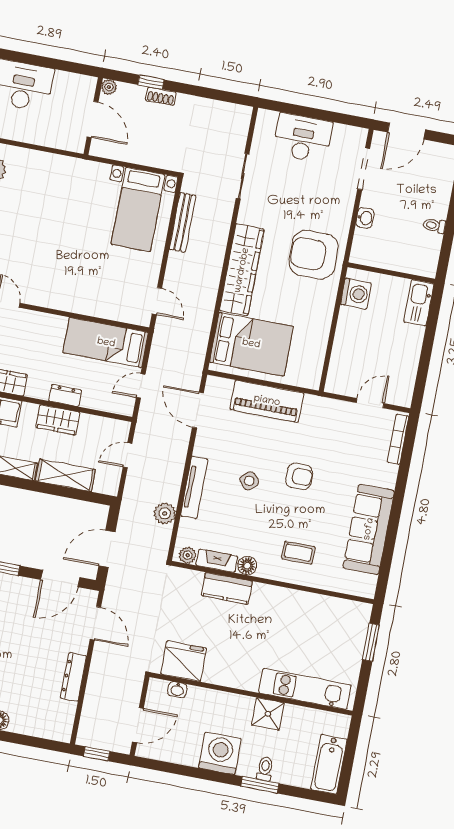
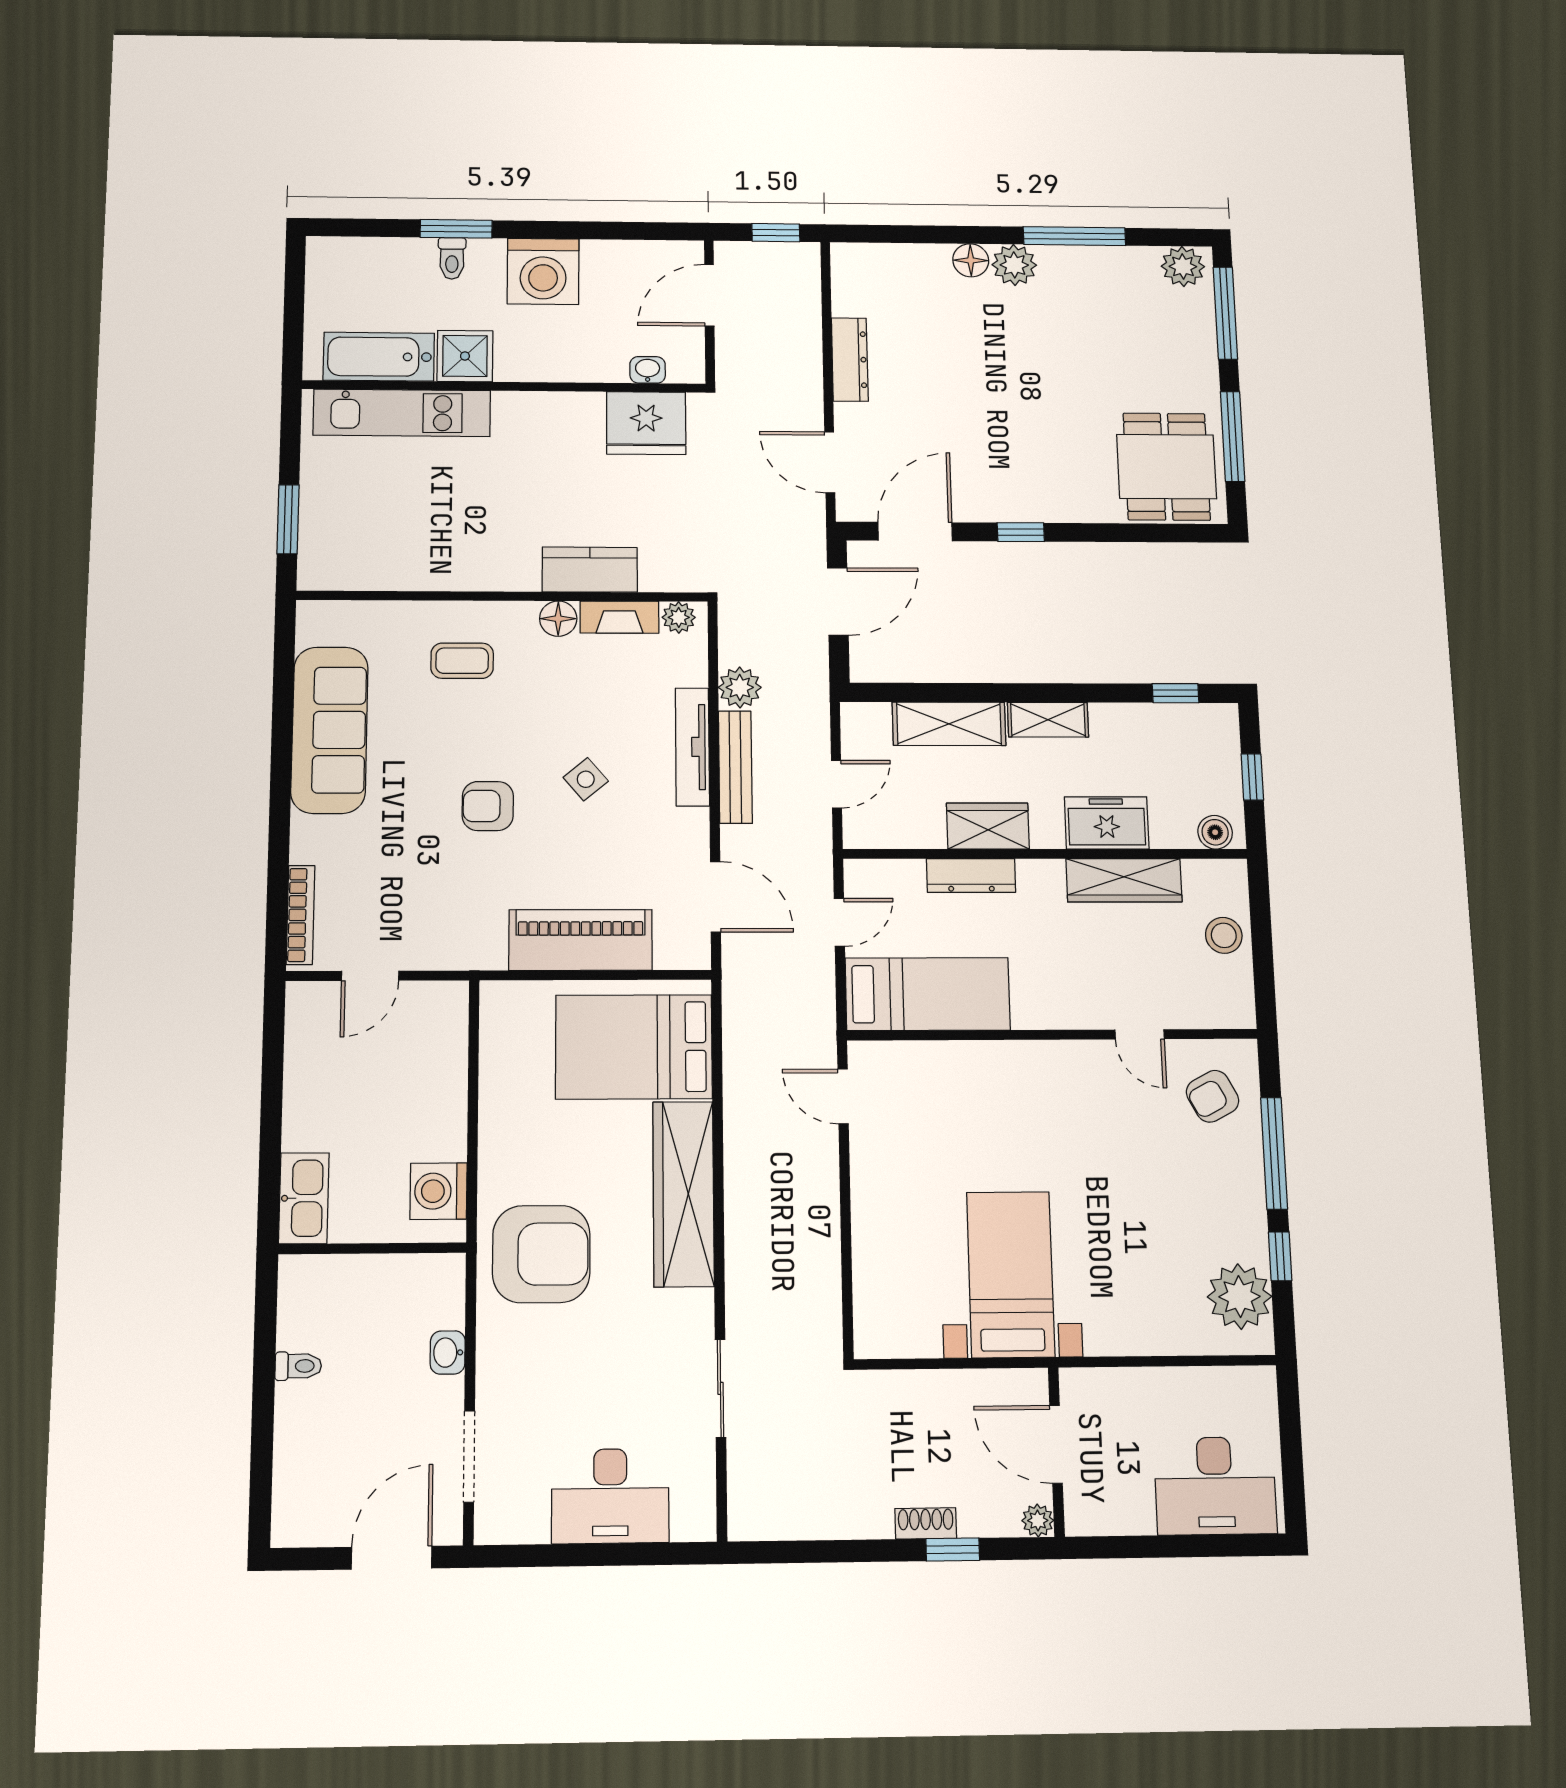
bed with nightstands: (138, 209) -> (1011, 1274), moved
bench: (183, 222) -> (735, 767), moved
dresser: (65, 396) -> (971, 876), width x1.44
bathtub: (329, 764) -> (379, 357), moved, turned -90

